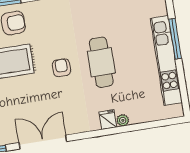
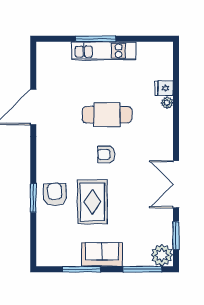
kitchen unit: (166, 60) -> (104, 51), width x0.73
fridge: (108, 120) -> (164, 88), moved

